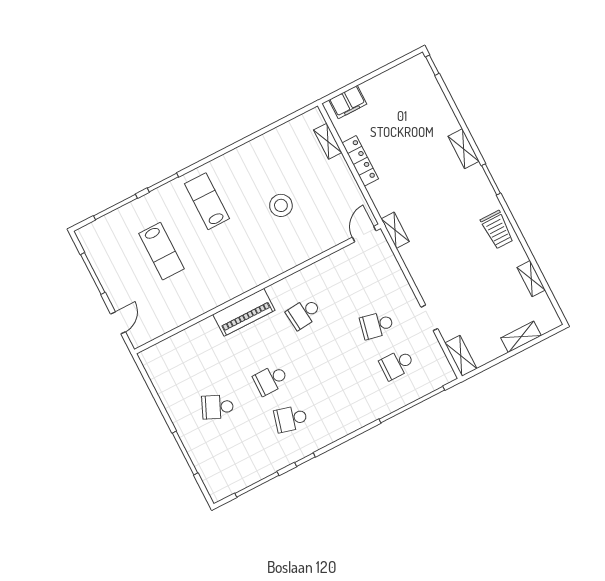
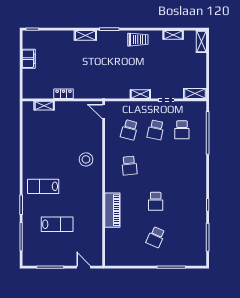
filing cabinet: (348, 102) -> (29, 59), moved
locker: (360, 161) -> (64, 94), width x0.66
stool: (281, 205) -> (86, 159), moved
shelving: (395, 230) -> (140, 94), moved
piano: (244, 312) -> (112, 210), moved
shelving: (521, 337) -> (201, 41), moved
school desk: (291, 419) -> (129, 130), moved

